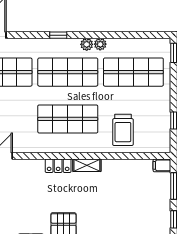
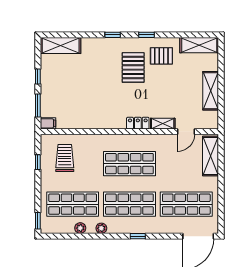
plant: (87, 44) -> (80, 228), moved
trolley: (123, 130) -> (65, 158), moved
shelving: (87, 165) -> (163, 124), moved

